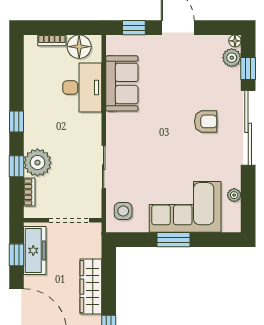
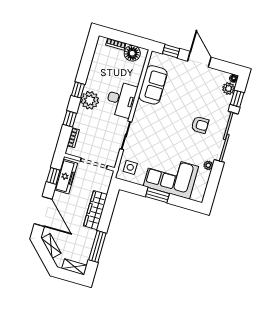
desk: (82, 88) -> (121, 99), moved
plant: (37, 163) -> (90, 100), moved
plant: (234, 195) -> (208, 165), moved

